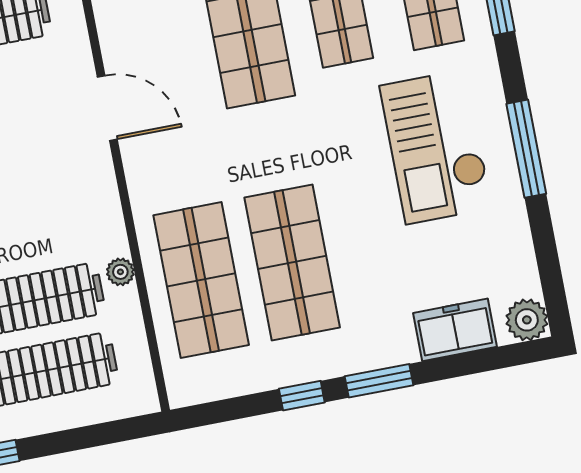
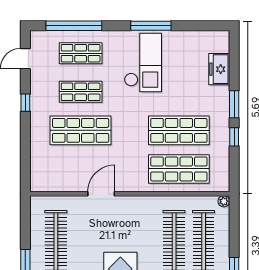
checkout: (436, 147) -> (143, 62), turned -90
plant: (120, 272) -> (224, 201), moved
plant: (527, 320) -> (221, 39), removed

